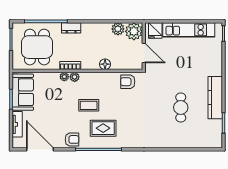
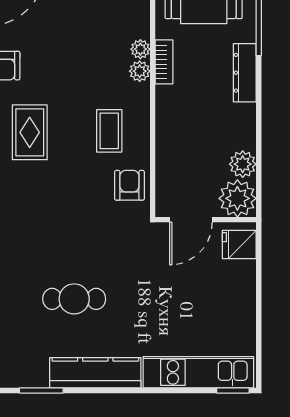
dresser: (71, 28) -> (245, 73), width x1.44
kitchen unit: (189, 30) -> (198, 372), moved, turned 90
floor lamp: (105, 64) -> (167, 136), removed
coffee table: (89, 105) -> (109, 131), moved

